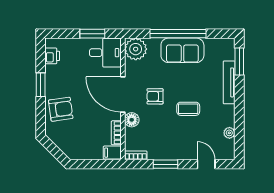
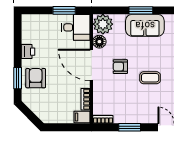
window: (178, 34) -> (141, 10), width x0.47
printer: (52, 56) -> (28, 52), moved
window: (41, 85) -> (18, 78), moved
armchair: (61, 109) -> (36, 78), turned -82
floor lamp: (132, 120) -> (99, 42), moved

